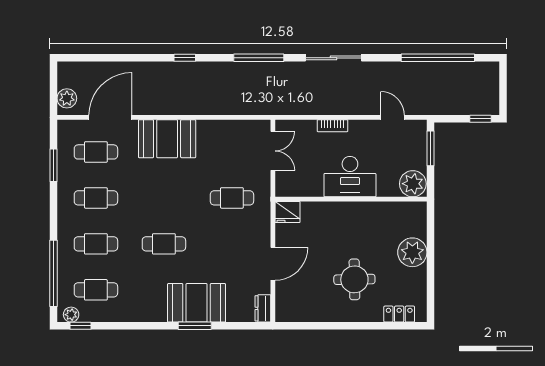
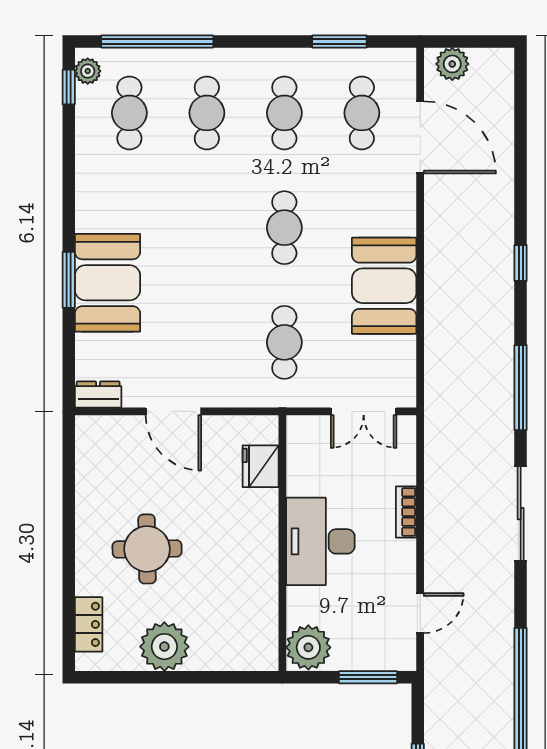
booth: (167, 139) -> (384, 286), moved
fridge: (287, 212) -> (261, 466), moved
cafe table: (164, 244) -> (284, 228), moved
plant: (412, 252) -> (164, 647), moved

